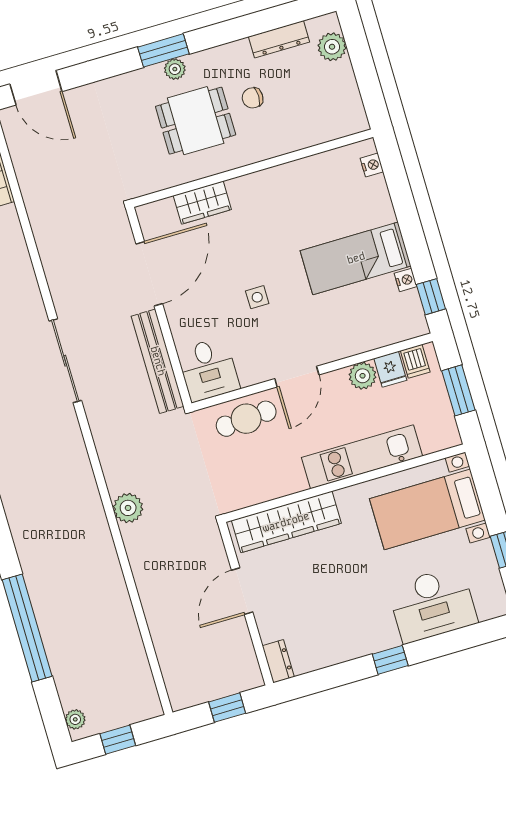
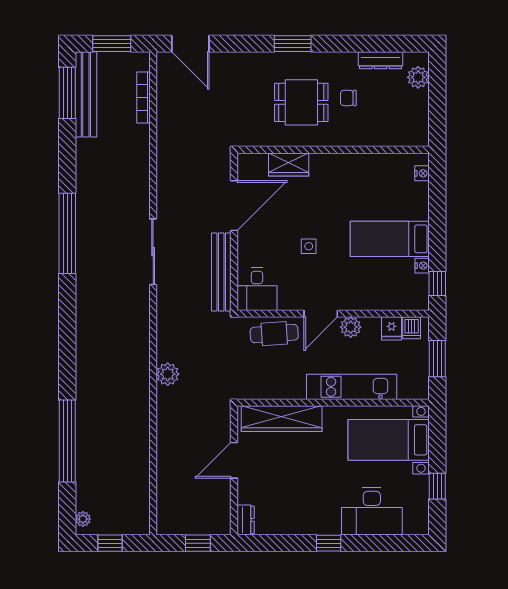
plant: (175, 69) -> (297, 60), removed
plant: (363, 376) -> (351, 327), moved

